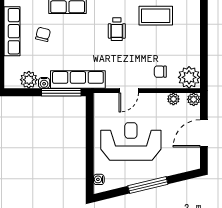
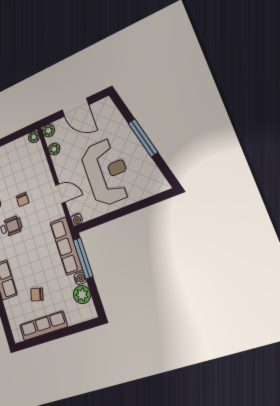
chair: (160, 72) -> (23, 200), moved
plant: (189, 77) -> (34, 137), width x0.53, depth x0.53
reception desk: (131, 141) -> (106, 172), turned 180
water cooler: (99, 179) -> (77, 219), moved

